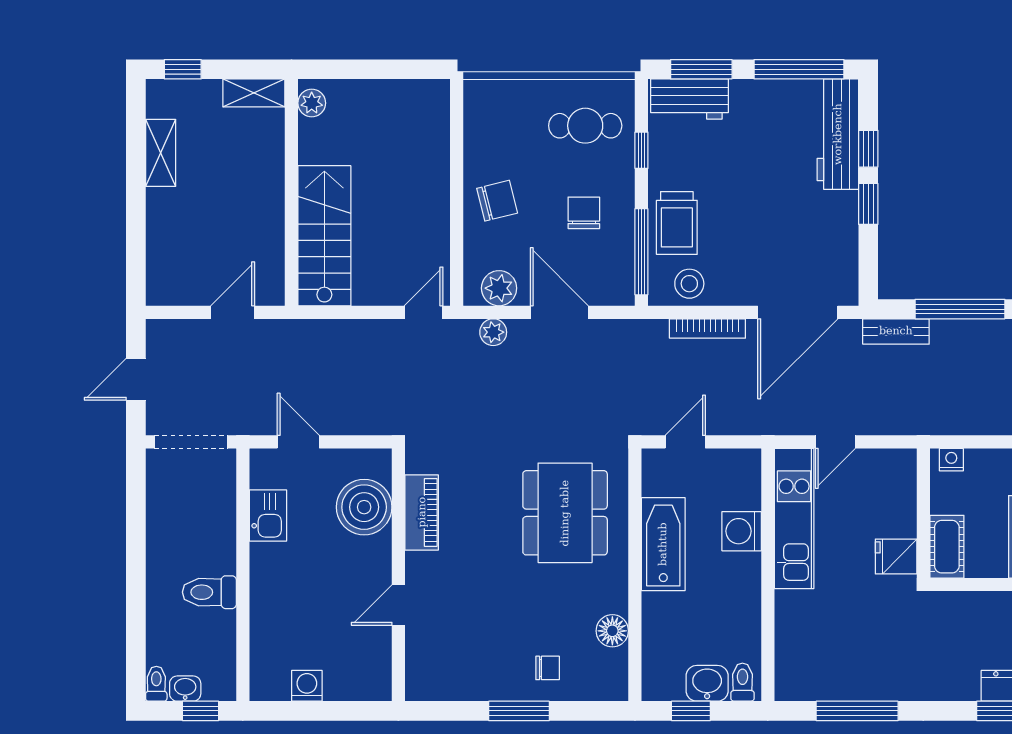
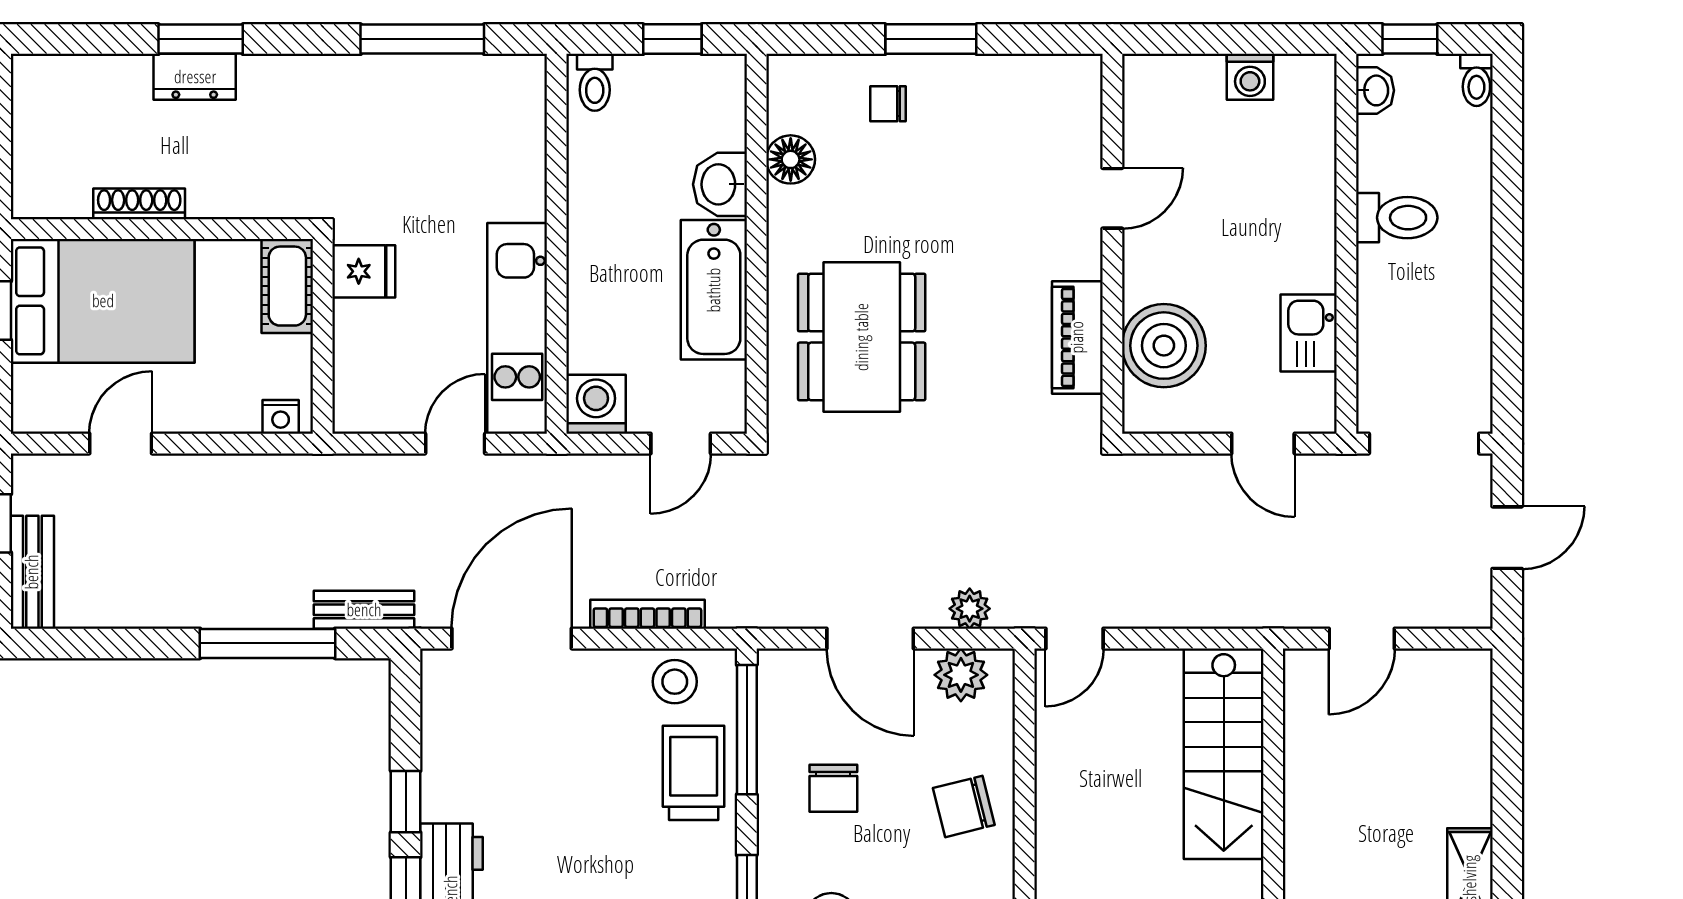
washing machine: (742, 531) -> (596, 404), moved, turned -90
washbasin: (707, 683) -> (720, 184), moved, turned 90
washbasin: (185, 689) -> (1375, 90), moved, turned -90

